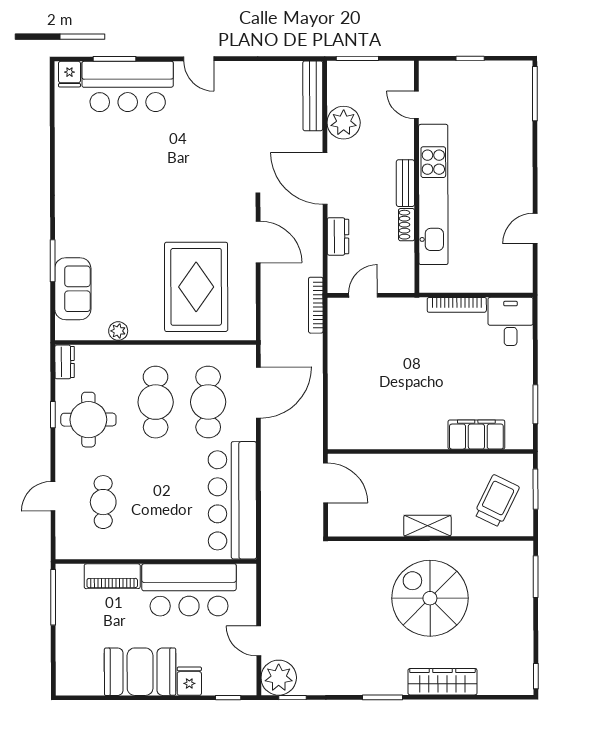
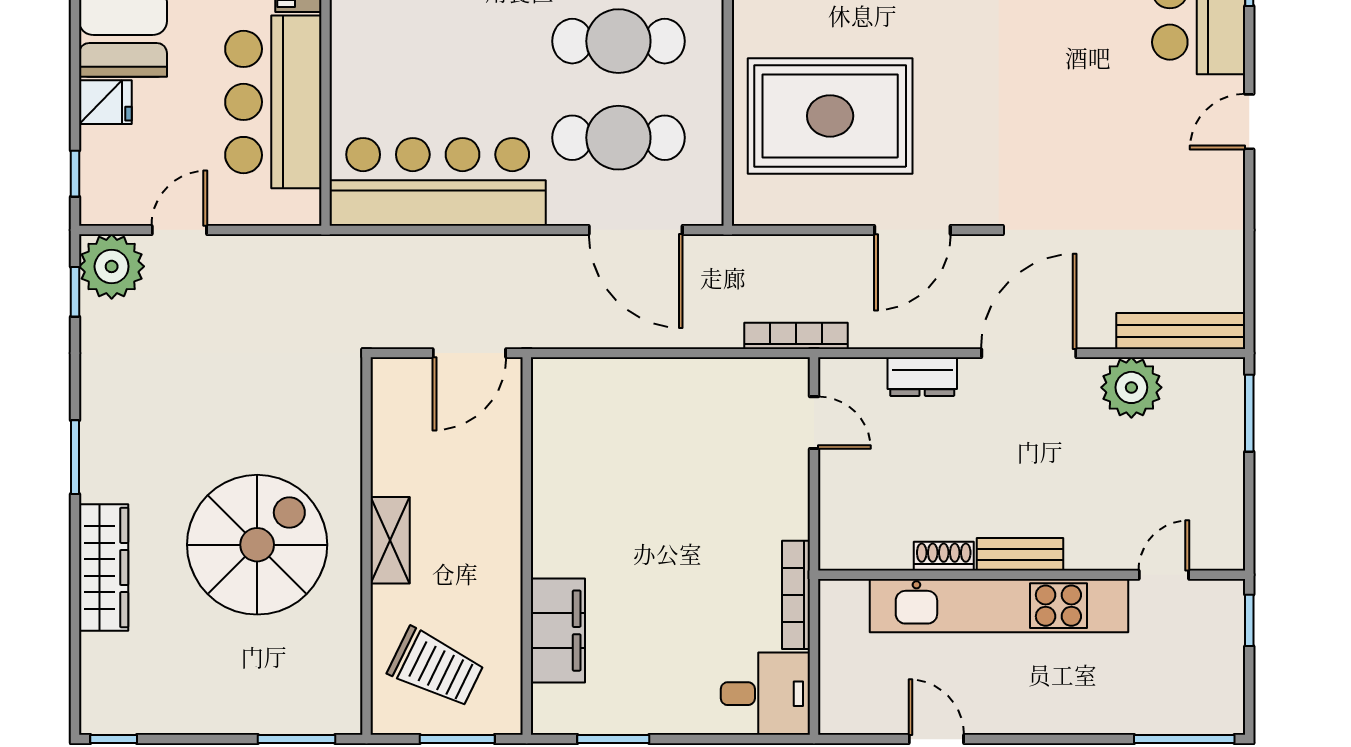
door: (416, 105) -> (1164, 575), moved
wall: (417, 177) -> (1032, 575), moved
bench: (405, 183) -> (1020, 554), moved
kitchen unit: (433, 194) -> (999, 606), moved
shoe rack: (407, 225) -> (944, 556), moved

